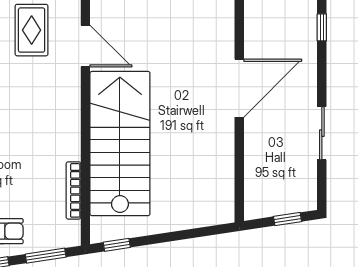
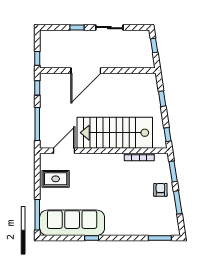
window: (322, 27) -> (77, 28), moved
door: (239, 88) -> (86, 71), swing flipped
window: (185, 234) -> (162, 99), added

